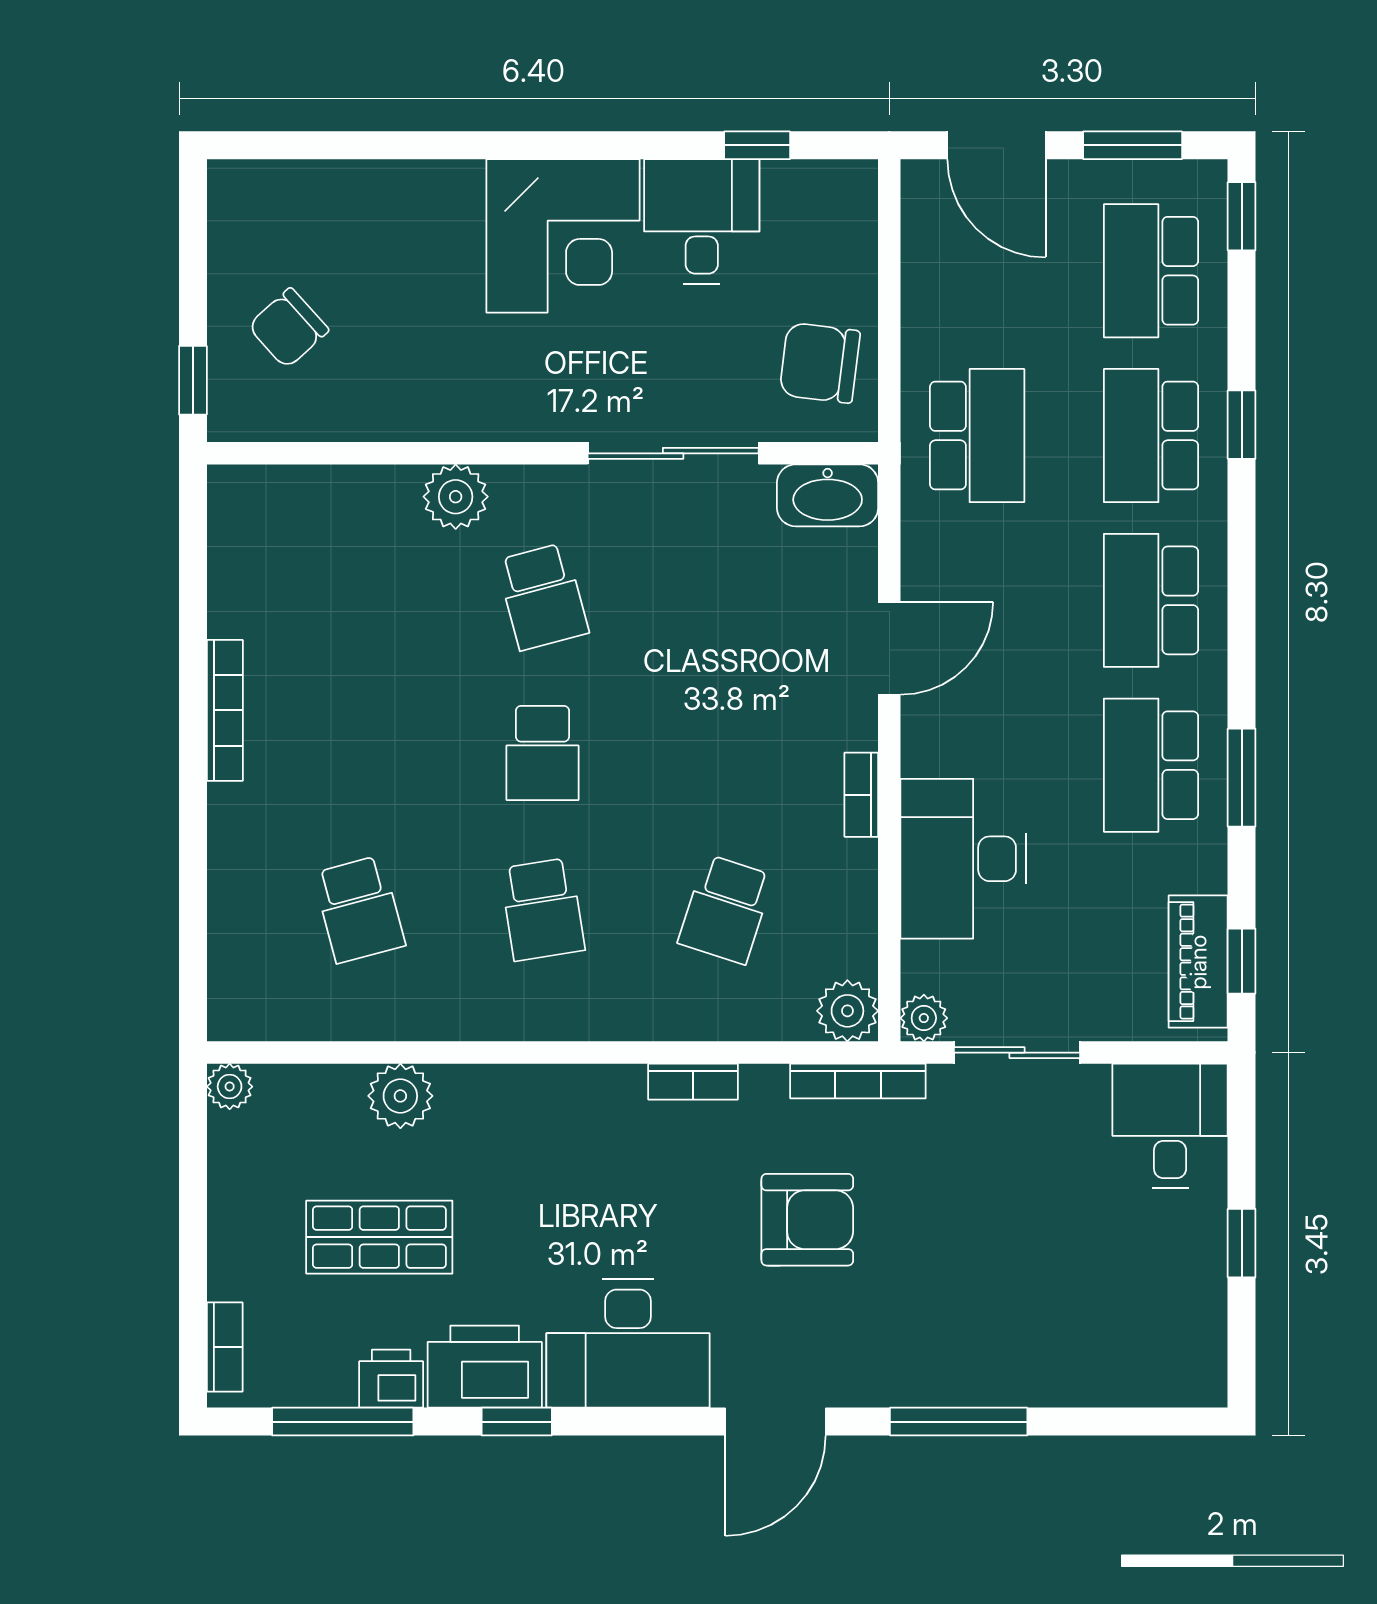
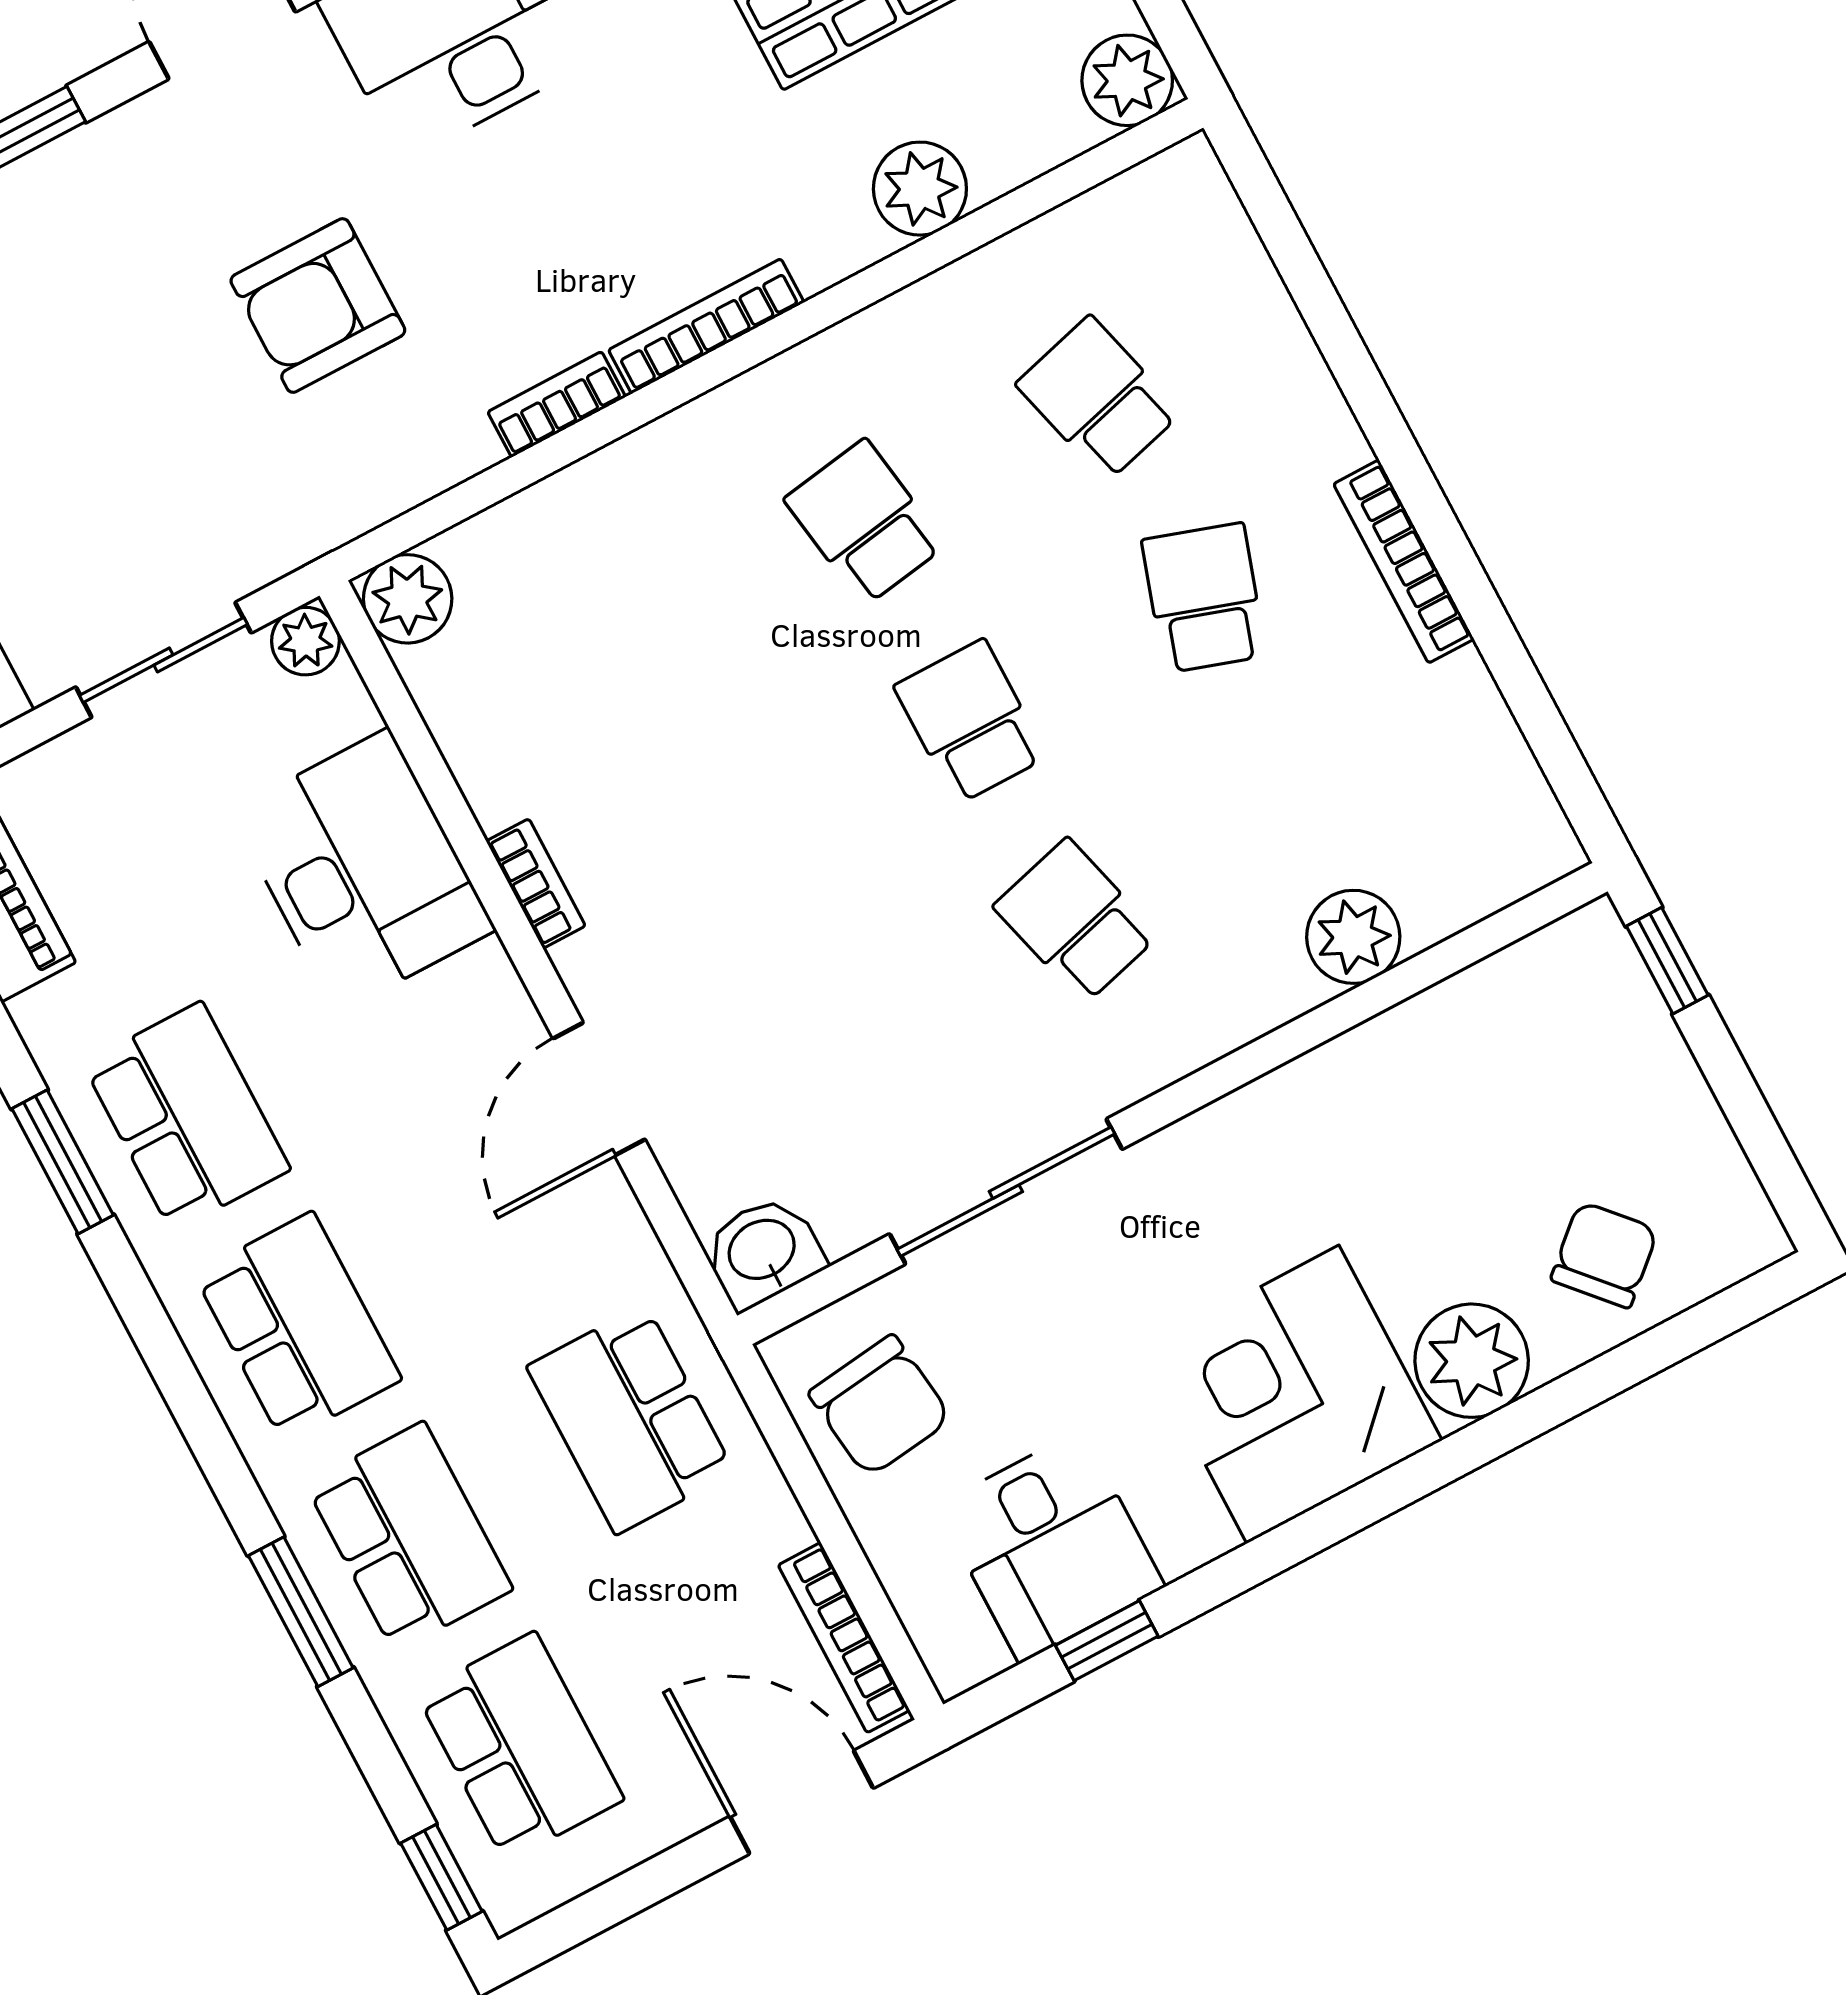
window: (1133, 145) -> (628, 1894), removed
plant: (443, 199) -> (1472, 1361), added
desk: (702, 221) -> (1051, 1546), moved
bookcase: (917, 233) -> (844, 1638), added
chair: (288, 328) -> (1604, 1255), moved
chair: (820, 363) -> (880, 1406), turned 76
window: (1242, 425) -> (301, 1612), width x1.50
washbasin: (828, 495) -> (763, 1252), width x0.72
plant: (456, 497) -> (1353, 937), moved
school desk: (726, 909) -> (1204, 598), moved
bookcase: (858, 1081) -> (706, 326), moved
plant: (230, 1087) -> (1127, 80), width x1.38, depth x1.38

